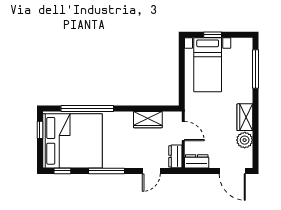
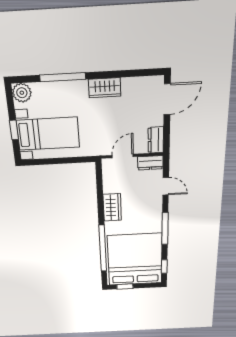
window: (256, 69) -> (63, 77), moved
wardrobe: (148, 120) -> (112, 207), moved
plant: (245, 140) -> (22, 93), moved

